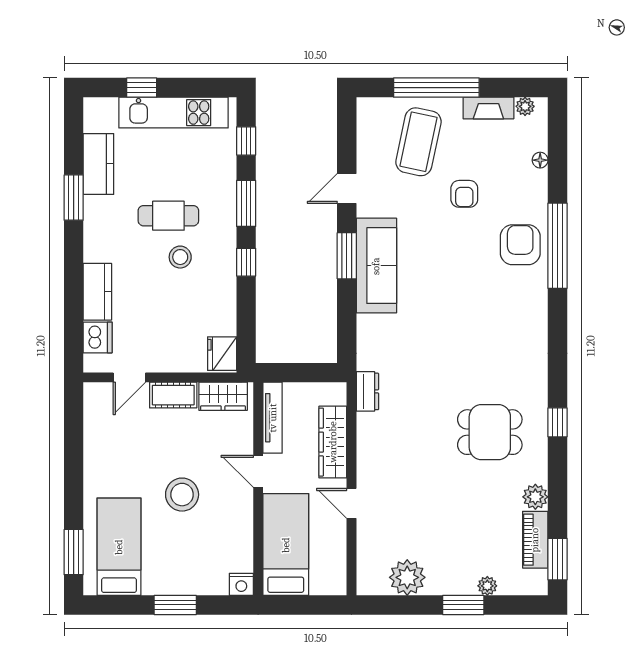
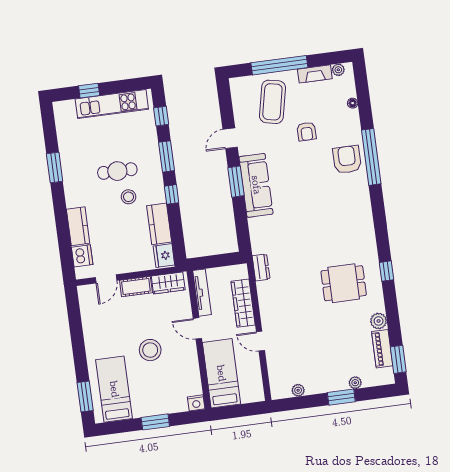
kitchen counter: (98, 164) -> (159, 224), moved, turned 180
plant: (407, 577) -> (298, 390), width x0.53, depth x0.53

